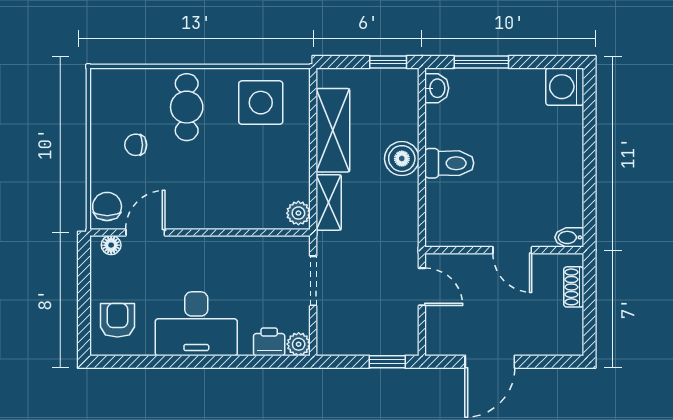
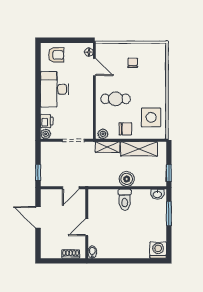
cafe table: (187, 107) -> (116, 99), moved
chair: (107, 206) -> (125, 129), moved

